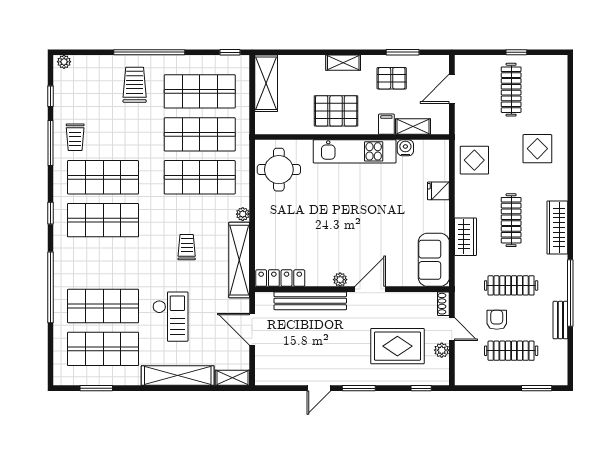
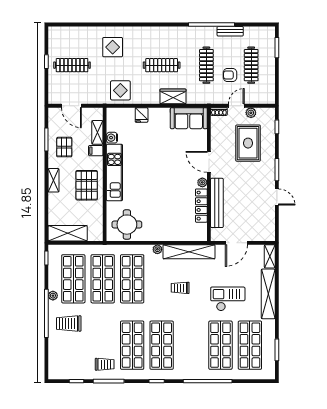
plant: (64, 62) -> (53, 296), moved
wardrobe: (557, 228) -> (167, 33), removed
locker: (280, 278) -> (201, 206), moved

